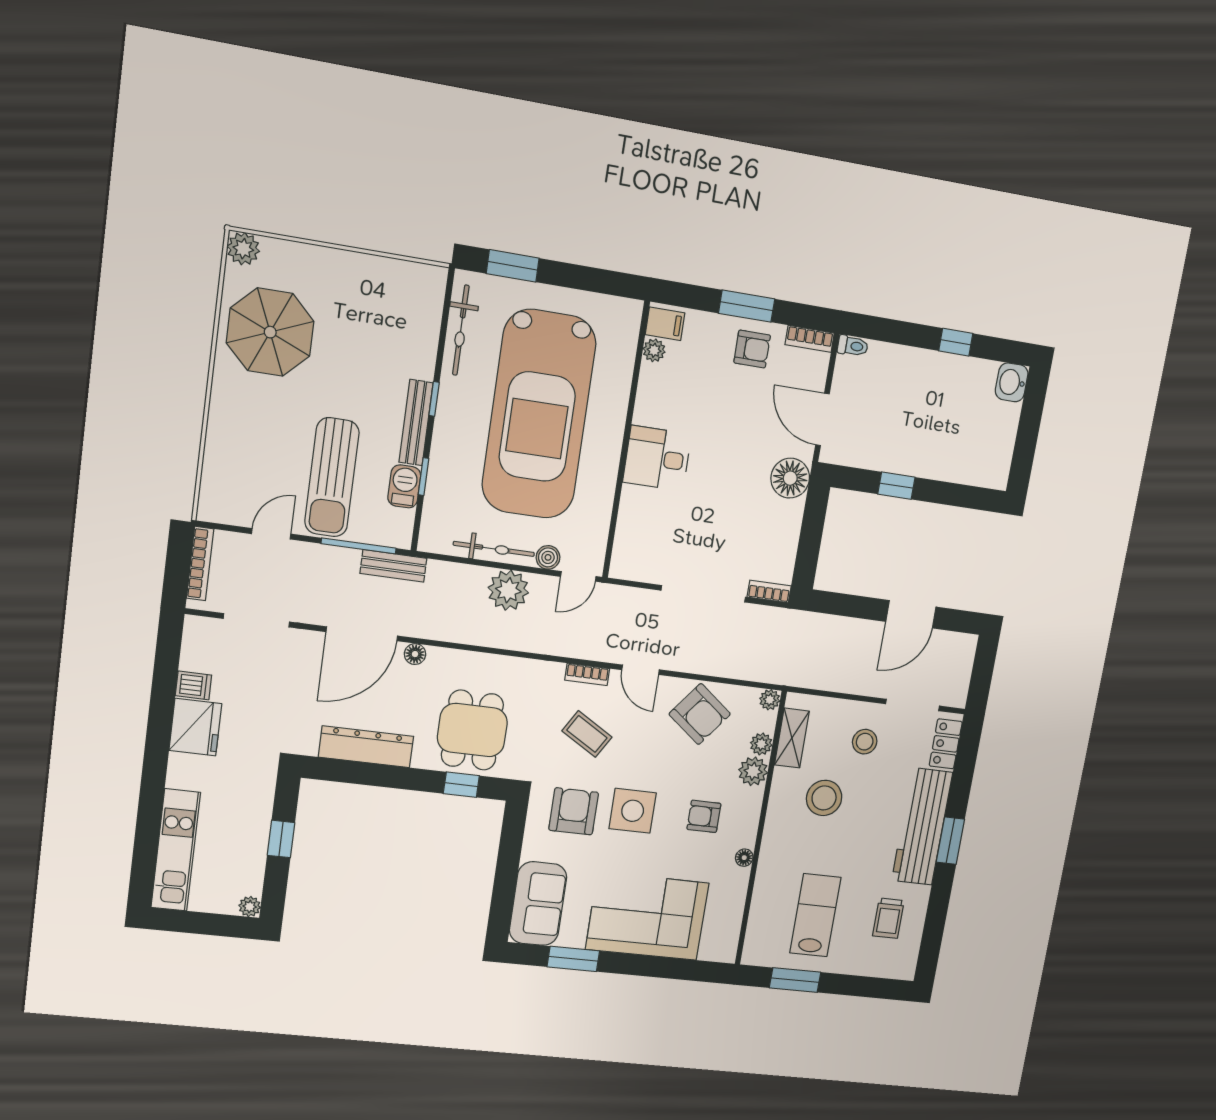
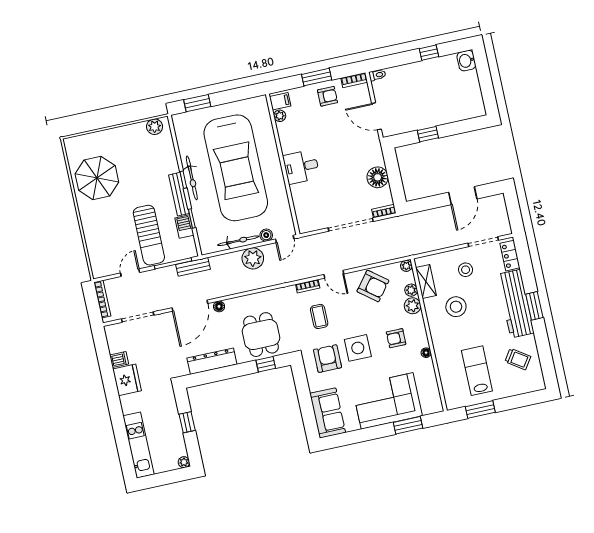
plant: (243, 249) -> (155, 127), moved
bicycle: (461, 330) -> (192, 178), moved
floor lamp: (790, 478) -> (378, 177), moved
coffee table: (587, 734) -> (319, 316), turned 59
trolley: (888, 918) -> (518, 359), turned -56
window: (573, 959) -> (408, 425), moved

